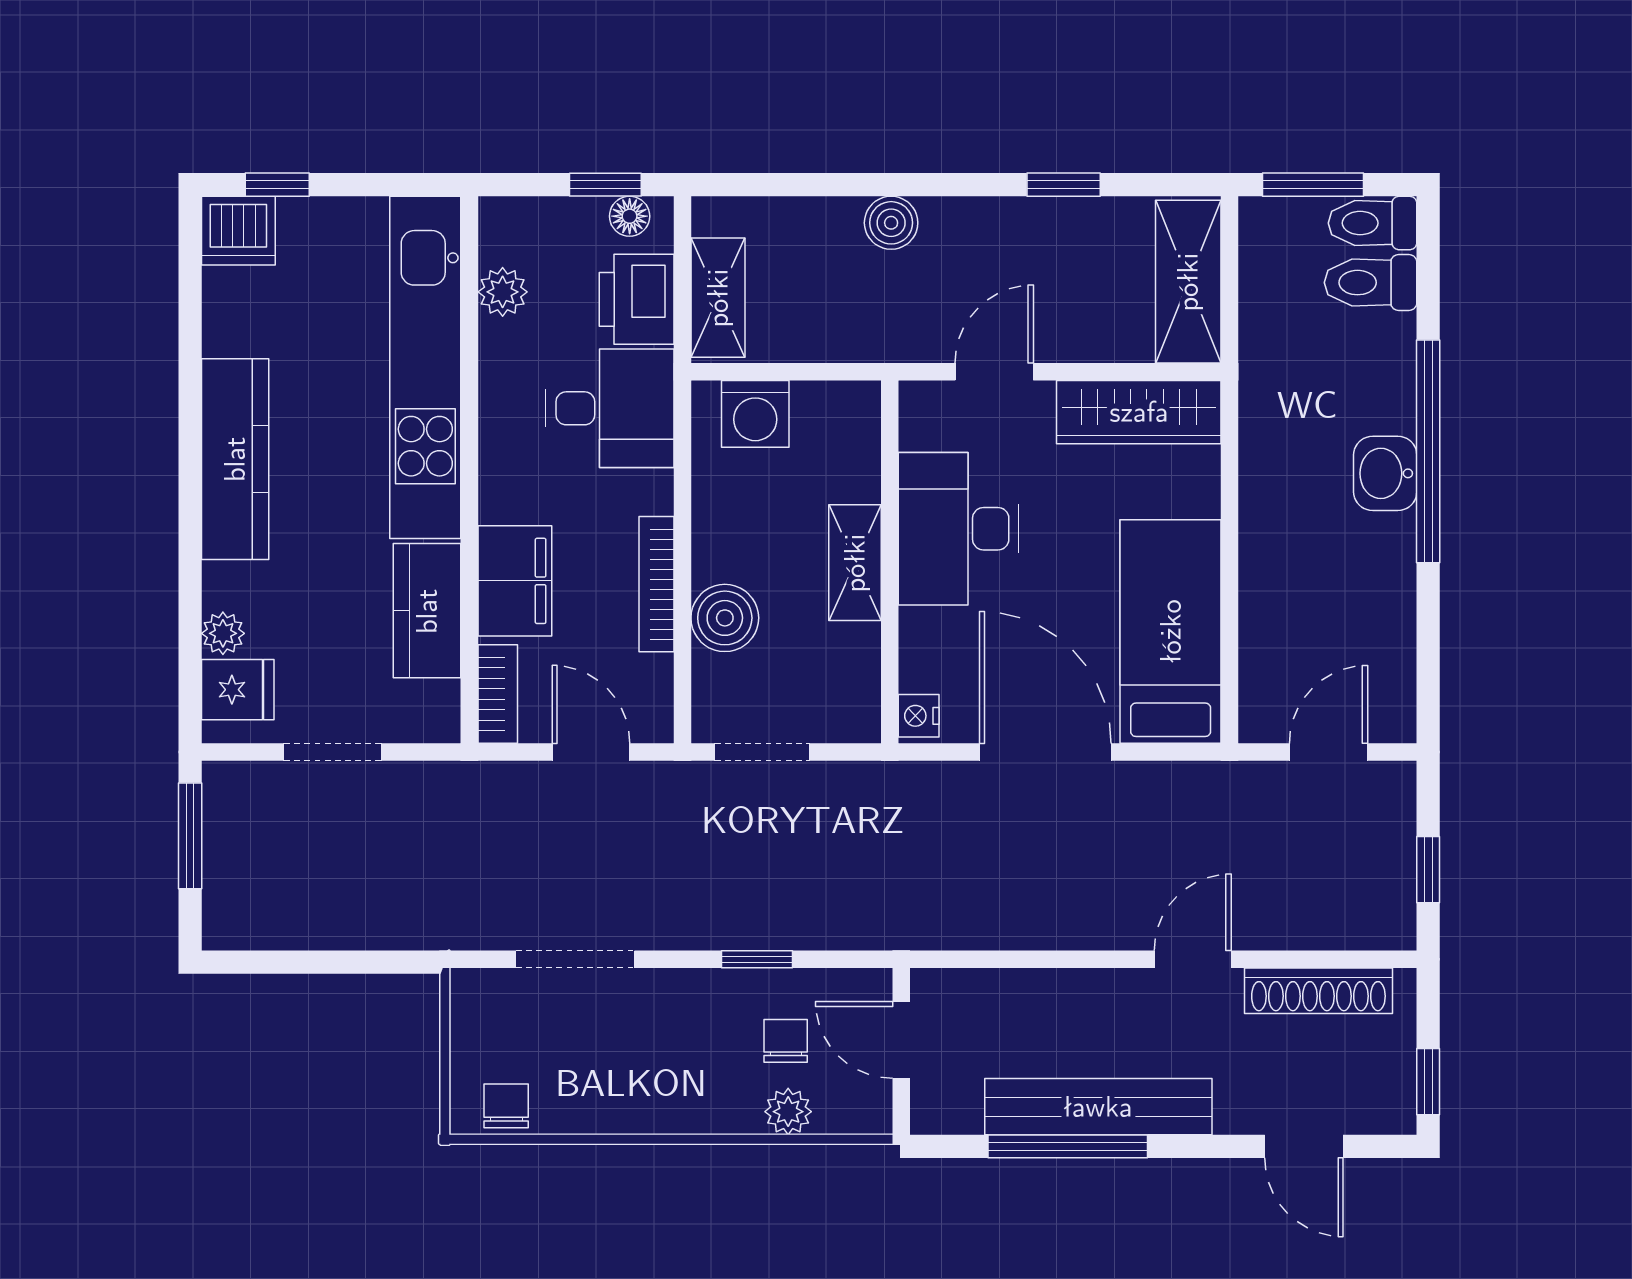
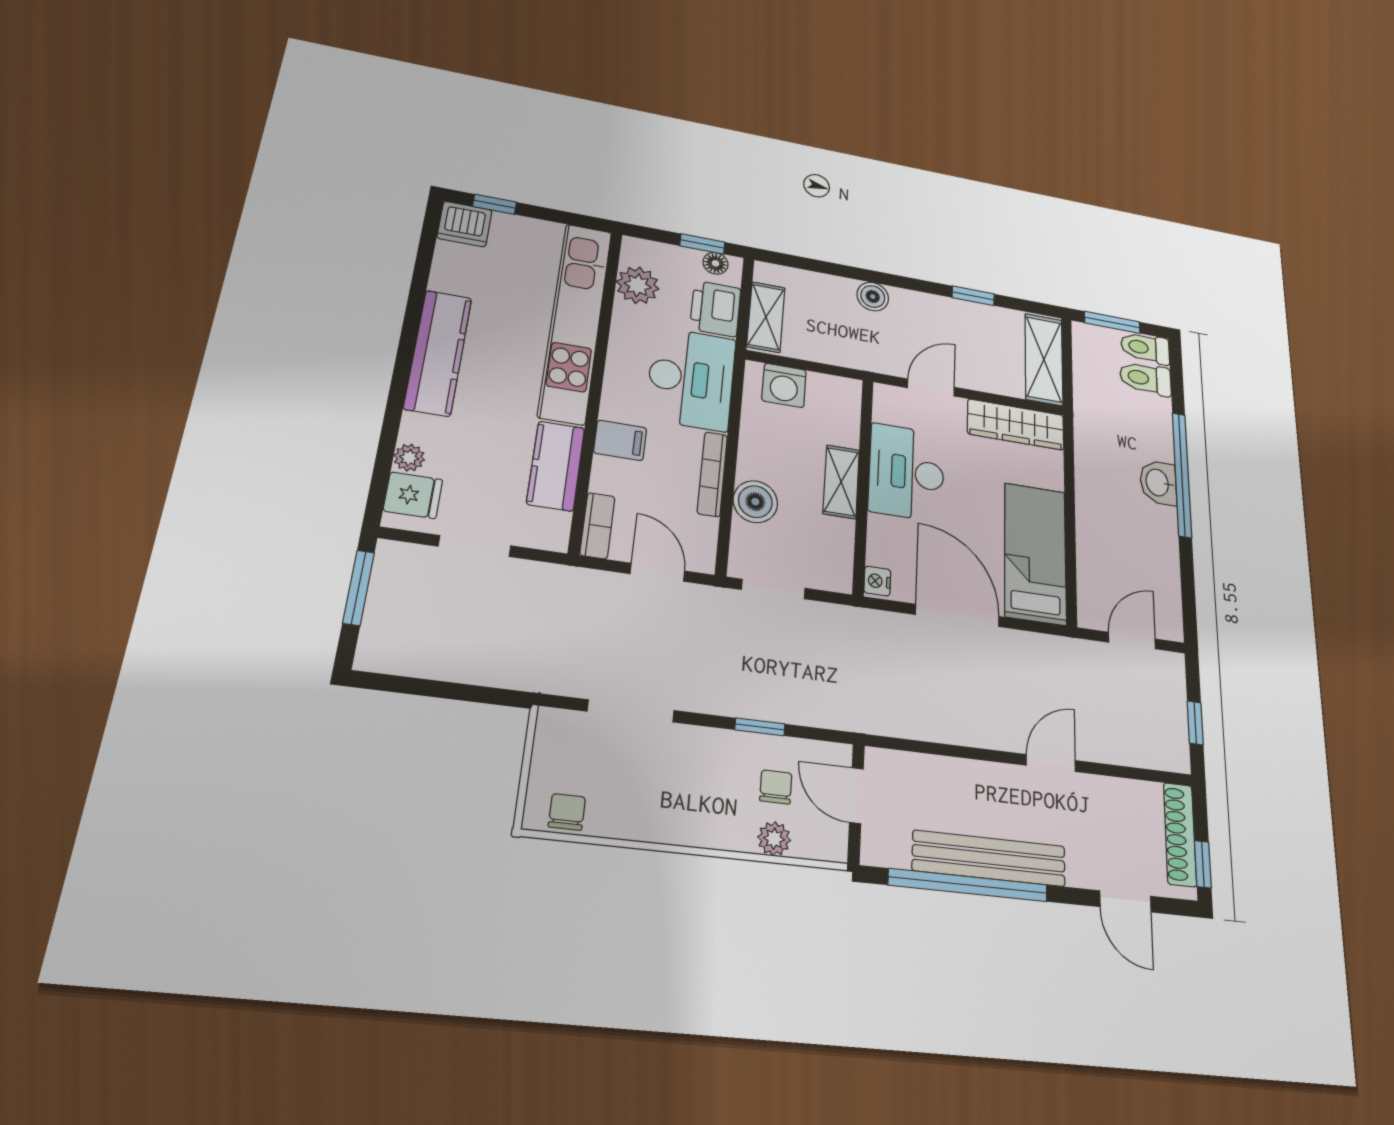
plant: (503, 292) -> (638, 285), width x1.38, depth x1.38
desk: (610, 408) -> (691, 379), width x1.37
filing cabinet: (515, 581) -> (620, 440), width x0.50
shoe rack: (1318, 991) -> (1180, 834), moved, turned 90
window: (1068, 1146) -> (968, 885), width x1.46

